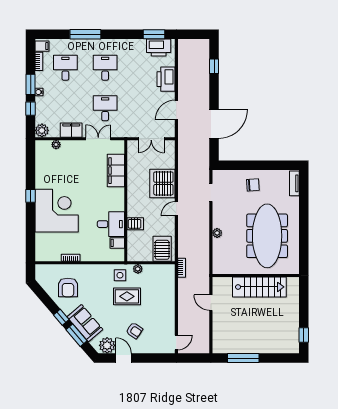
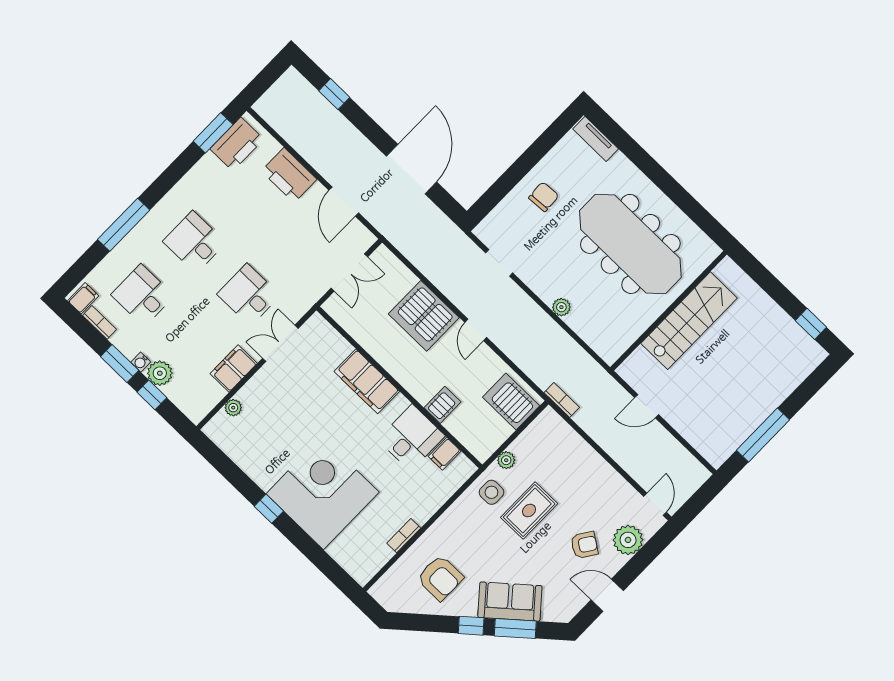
plant: (42, 130) -> (160, 373), moved
filing cabinet: (116, 171) -> (367, 381), moved
plant: (107, 345) -> (628, 540), moved

